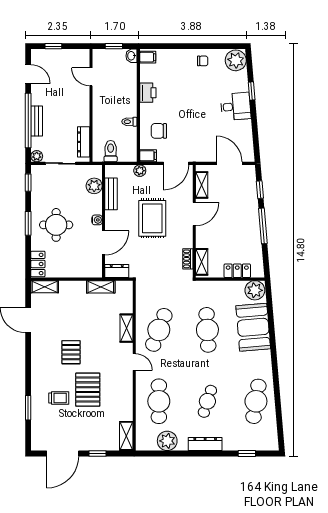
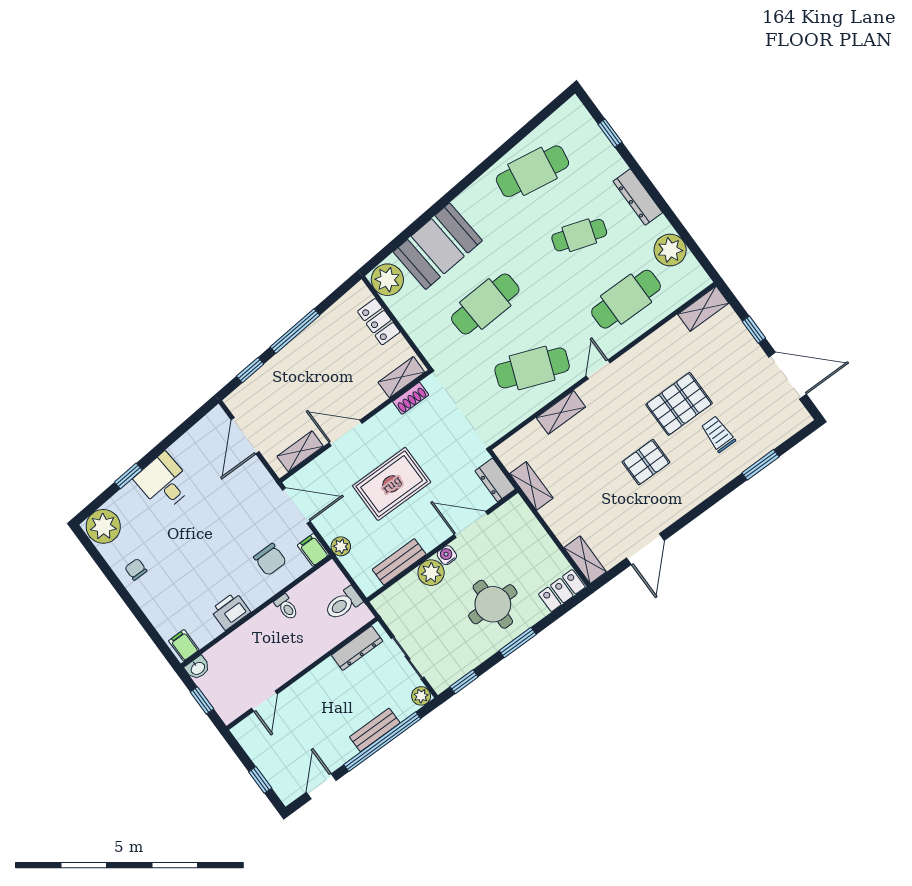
plant: (94, 186) -> (431, 573), moved

